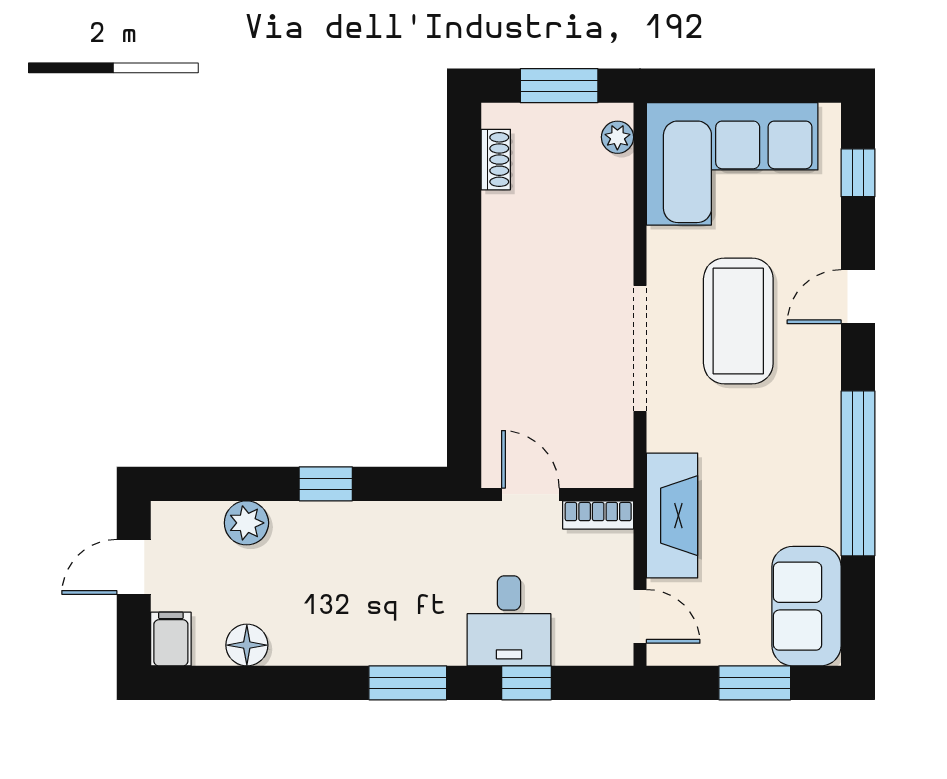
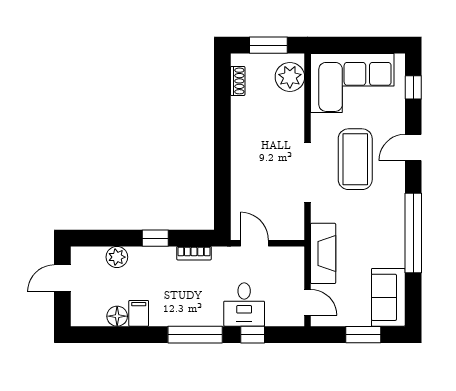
plant: (617, 137) -> (290, 77), width x1.88, depth x1.88
bookcase: (598, 515) -> (194, 253), moved
filing cabinet: (171, 639) -> (139, 313), moved
window: (408, 683) -> (195, 335), width x1.44

